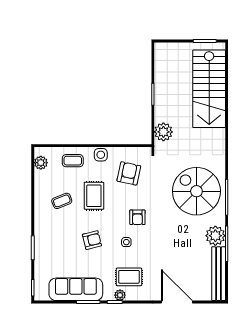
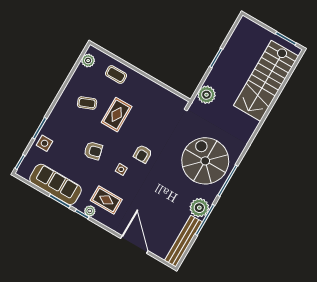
side table: (101, 155) -> (45, 143), moved
armchair: (129, 173) -> (157, 113), removed

